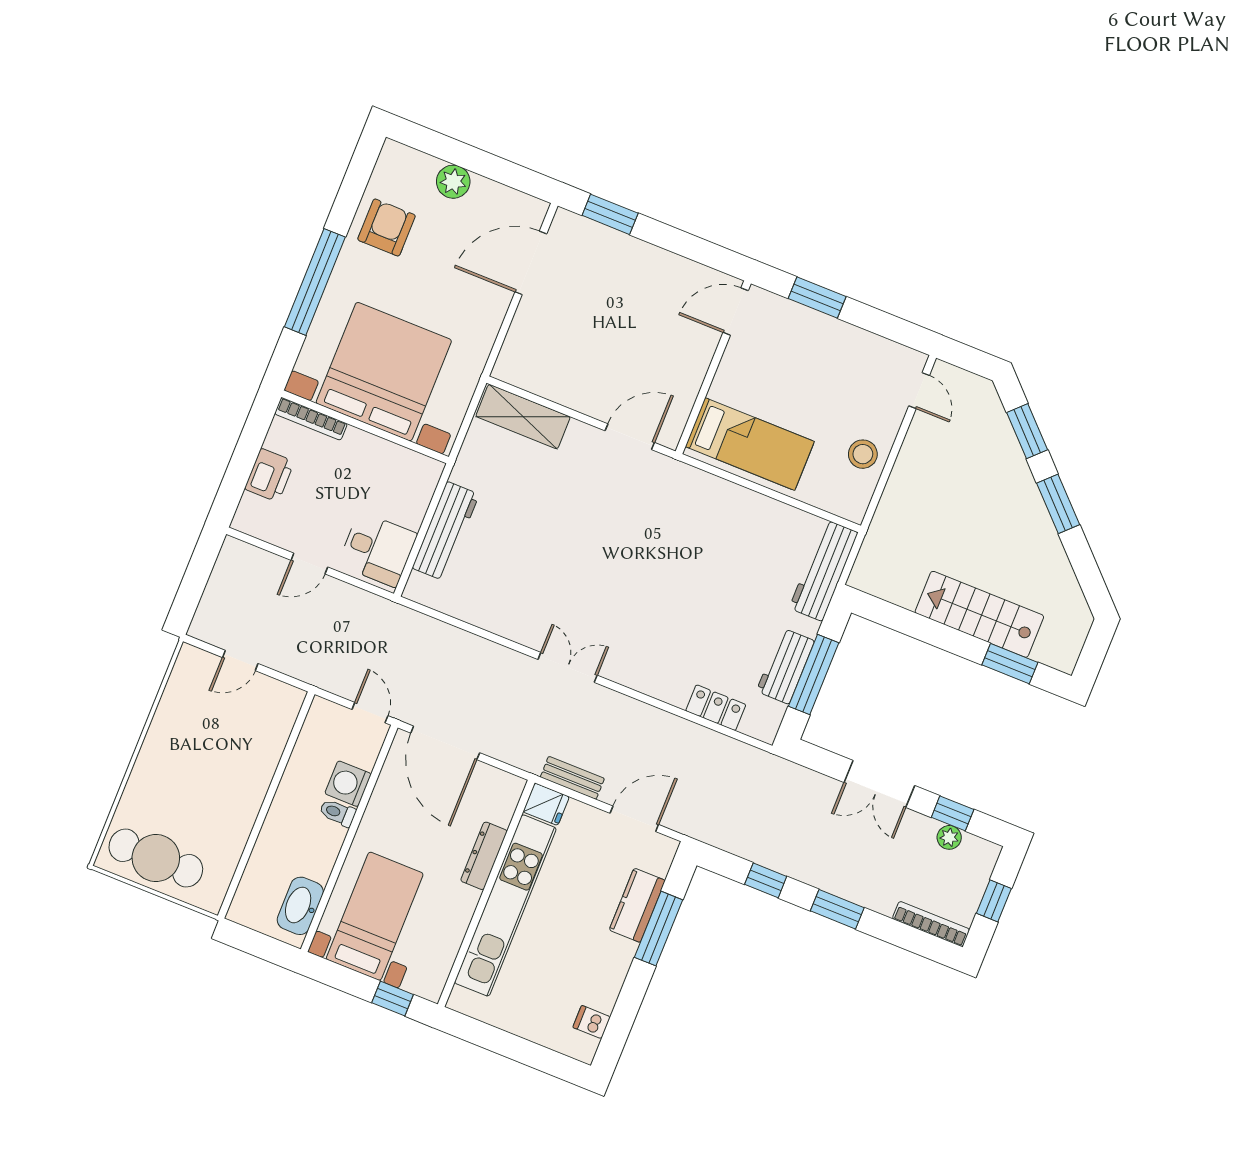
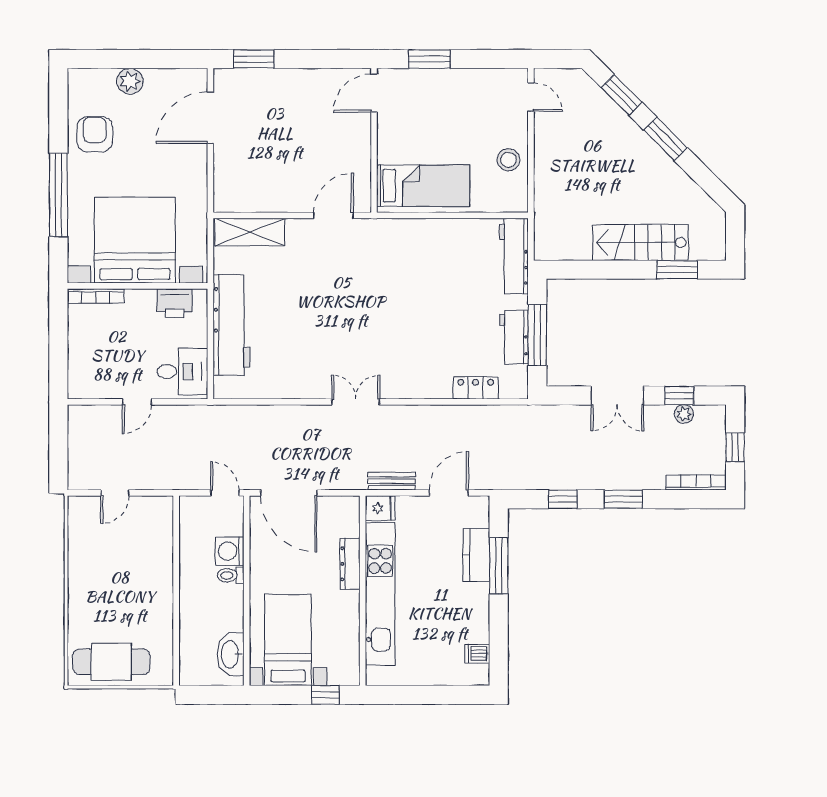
printer: (269, 475) -> (175, 303), moved, turned 90
workbench: (446, 531) -> (231, 325), width x1.36, depth x1.32

